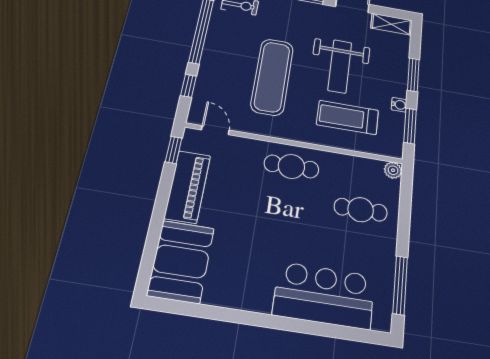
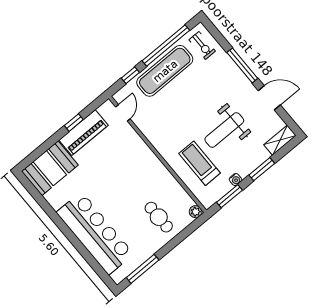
shelving: (391, 24) -> (280, 140), moved, turned 90
exercise mat: (272, 77) -> (165, 71), moved
window: (174, 150) -> (74, 123), moved
cafe table: (291, 166) -> (144, 165), removed
bar counter: (324, 295) -> (95, 233), width x1.36

